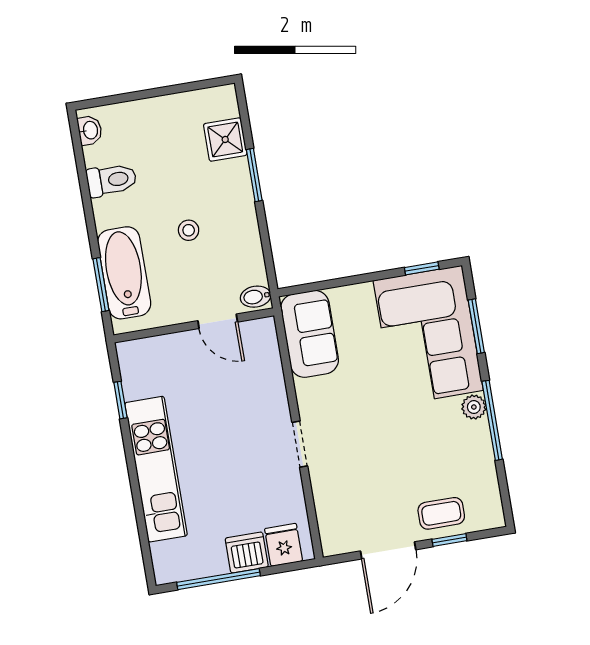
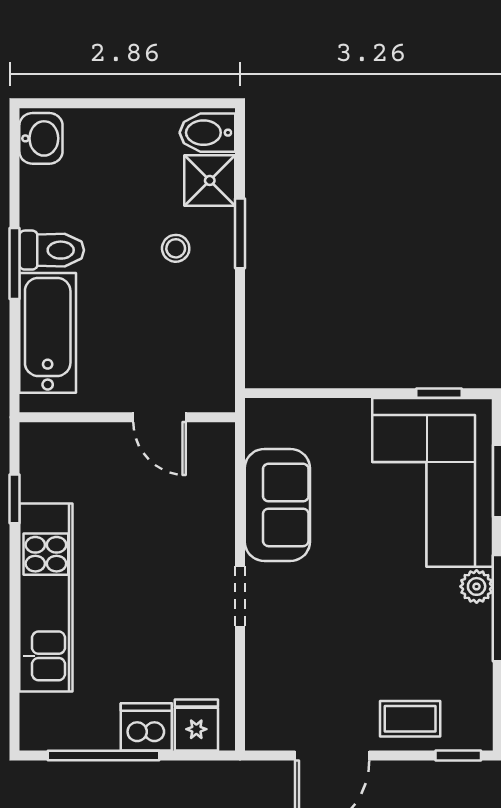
washbasin: (90, 130) -> (41, 138), width x1.38, depth x1.45
toilet: (112, 180) -> (52, 250), moved
stool: (189, 230) -> (176, 248), moved
window: (101, 285) -> (15, 264), moved
bidet: (256, 297) -> (207, 133), moved, width x1.38, depth x1.36
sofa: (310, 334) -> (277, 505), moved
window: (449, 540) -> (458, 756), moved

